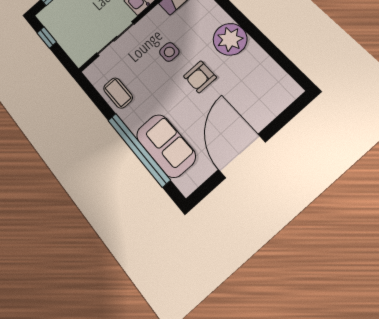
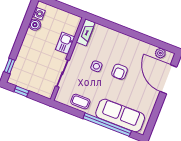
plant: (230, 39) -> (160, 53), moved, width x0.53, depth x0.53
sofa: (166, 146) -> (120, 115), width x1.36
door: (242, 156) -> (168, 79), moved

